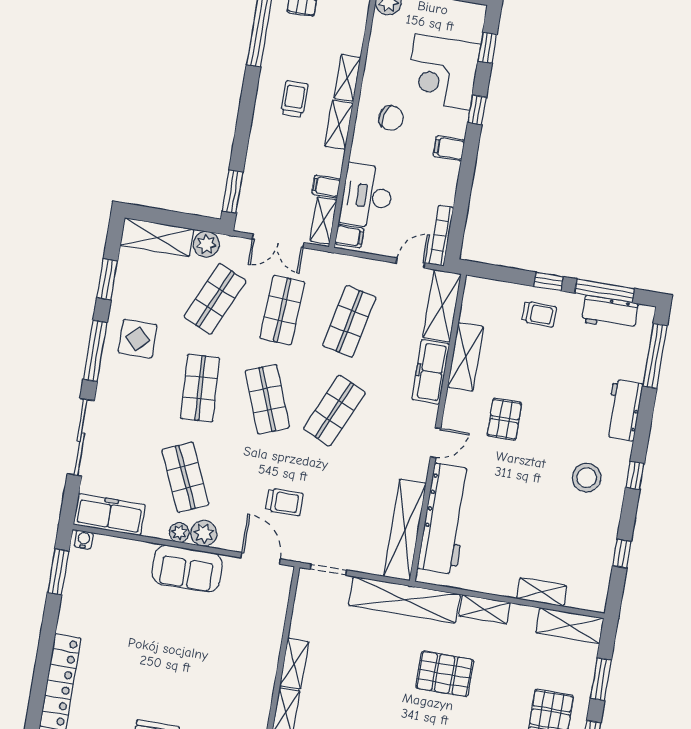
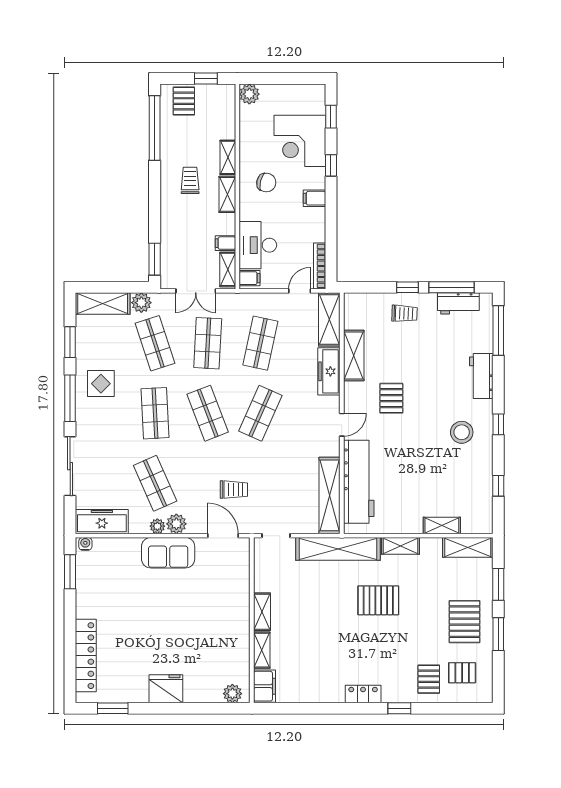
shop shelf: (215, 299) -> (155, 343), turned -42

